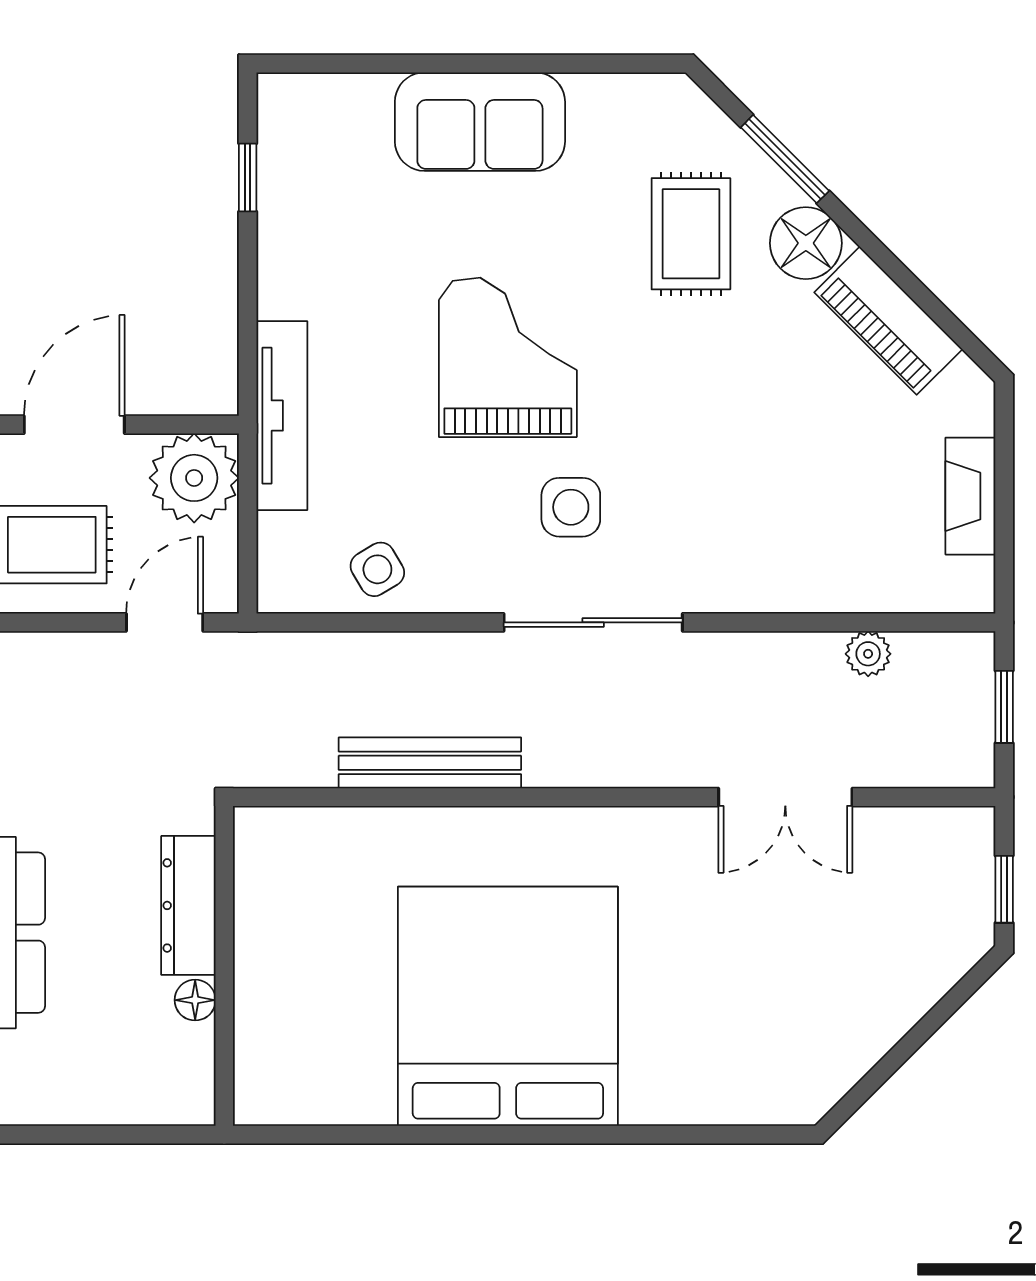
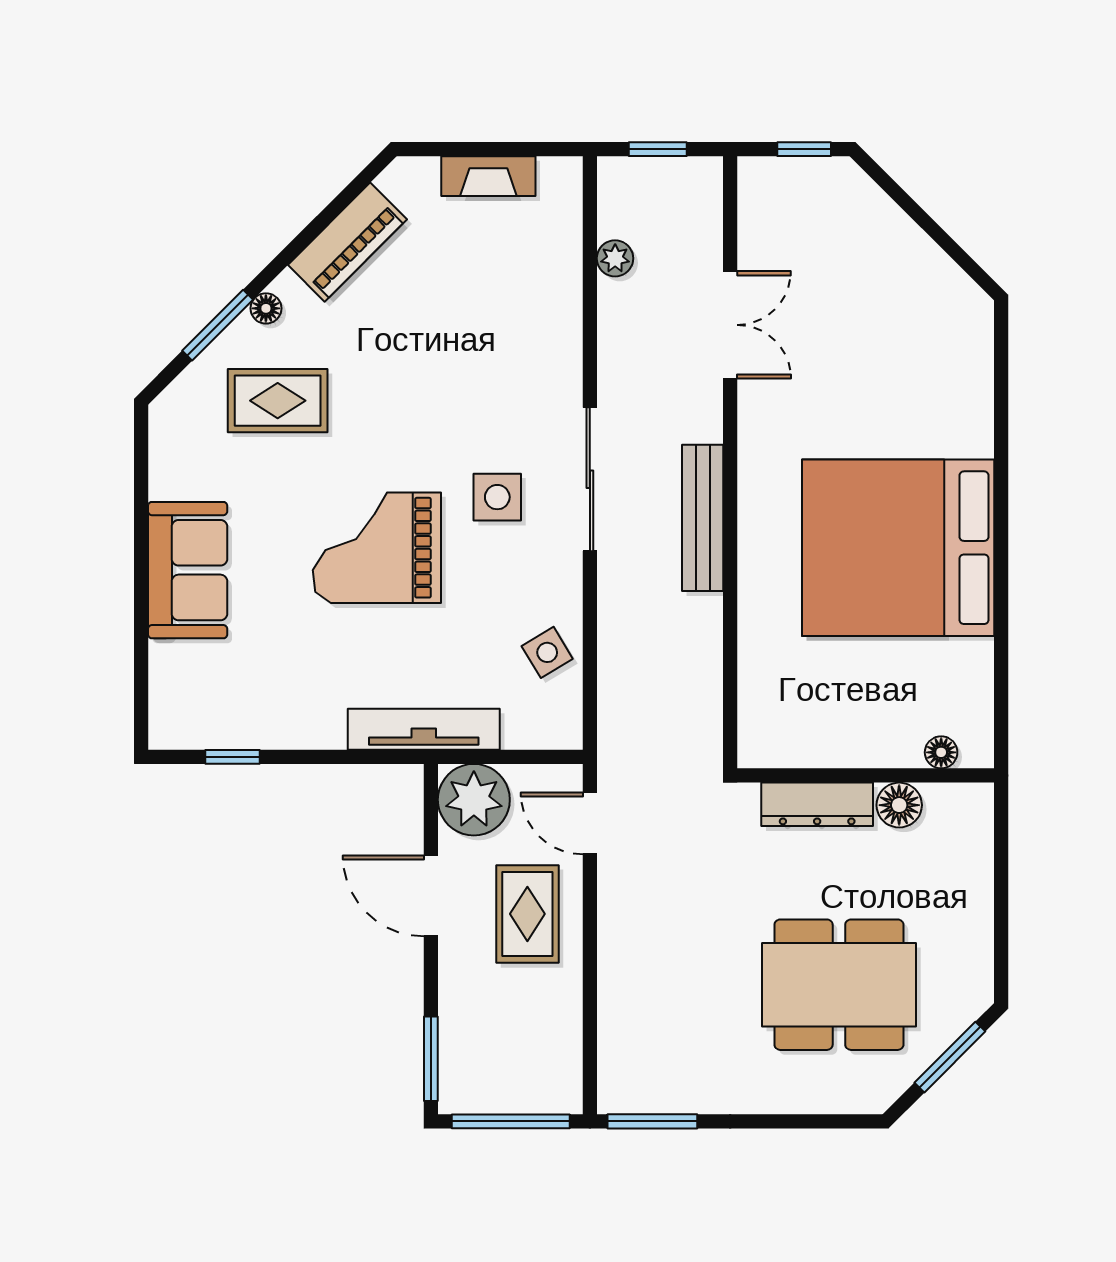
floor lamp: (806, 243) -> (266, 308), width x0.53, depth x0.53
bench: (430, 763) -> (703, 518), moved
floor lamp: (195, 1000) -> (899, 805), width x1.37, depth x1.37
floor lamp: (253, 1060) -> (941, 752), added

